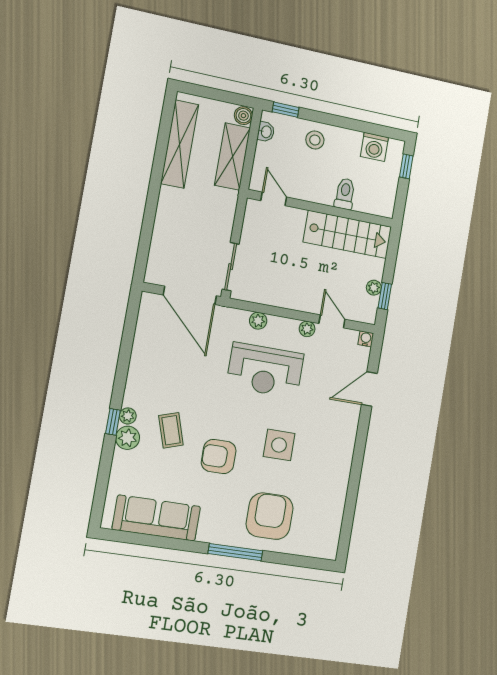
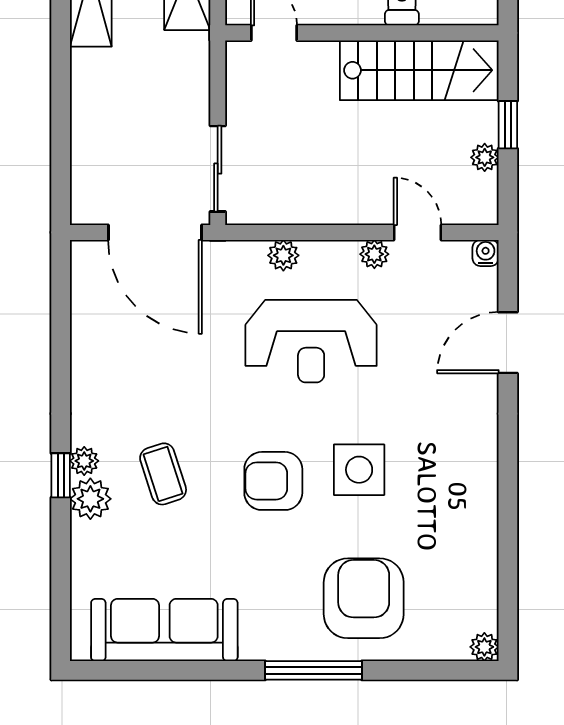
window: (385, 296) -> (508, 125), moved
armchair: (219, 456) -> (273, 481), moved
plant: (330, 552) -> (484, 647), added

